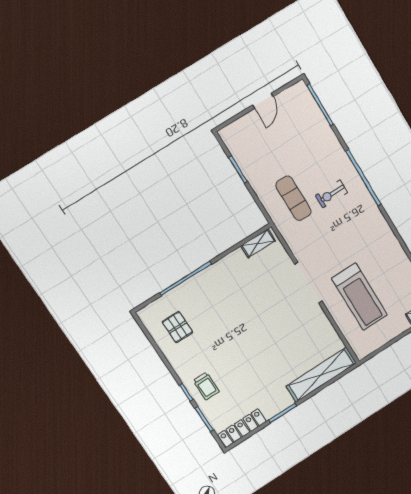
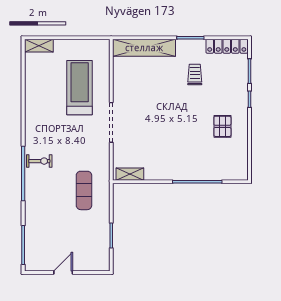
exercise bike: (331, 194) -> (39, 161), moved
pallet: (177, 327) -> (222, 126), moved
trolley: (206, 386) -> (195, 74), moved

